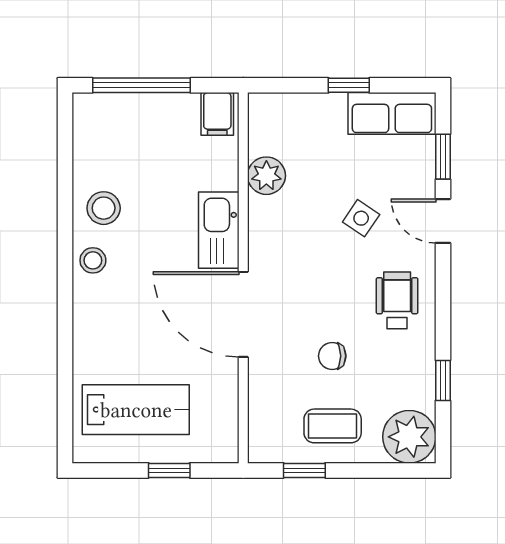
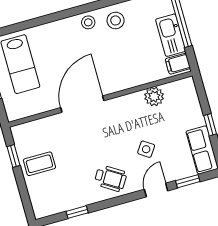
kitchen sink: (219, 230) -> (171, 35), moved, turned -90
wheelchair: (397, 300) -> (110, 178), turned 32
chair: (332, 356) -> (74, 154), removed
coffee table: (333, 426) -> (39, 164), turned 90
plant: (409, 437) -> (45, 203), removed

